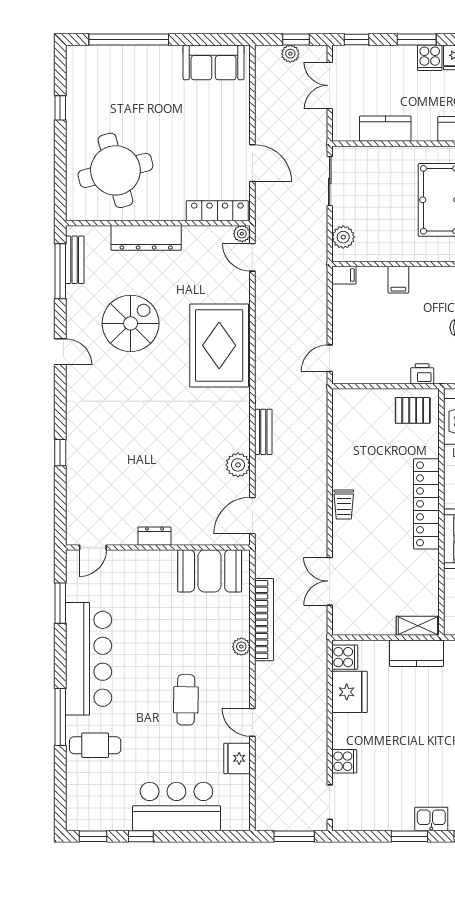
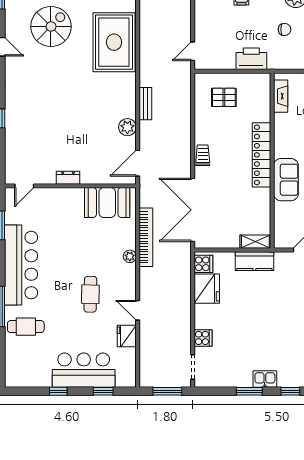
printer: (422, 374) -> (251, 59), width x1.87, depth x1.48
pallet: (413, 410) -> (224, 97), moved
trolley: (344, 504) -> (203, 155), turned 180
double door: (330, 581) -> (193, 210), width x1.87
window: (93, 836) -> (103, 391), moved

